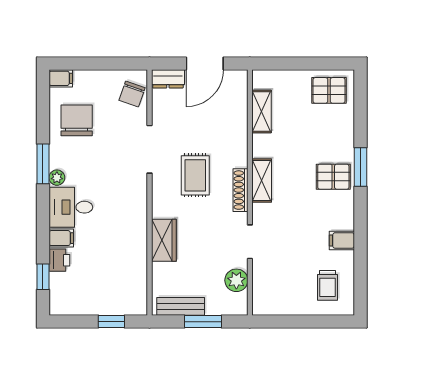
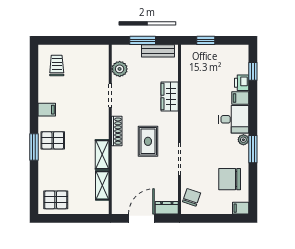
chair: (77, 120) -> (230, 179), turned 90
shelving: (262, 181) -> (102, 155), moved
filing cabinet: (342, 240) -> (47, 110), moved

